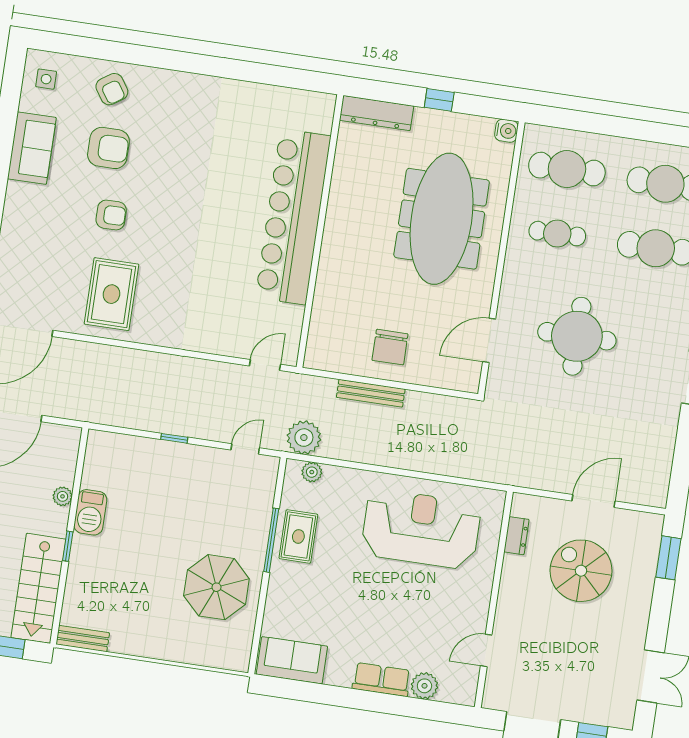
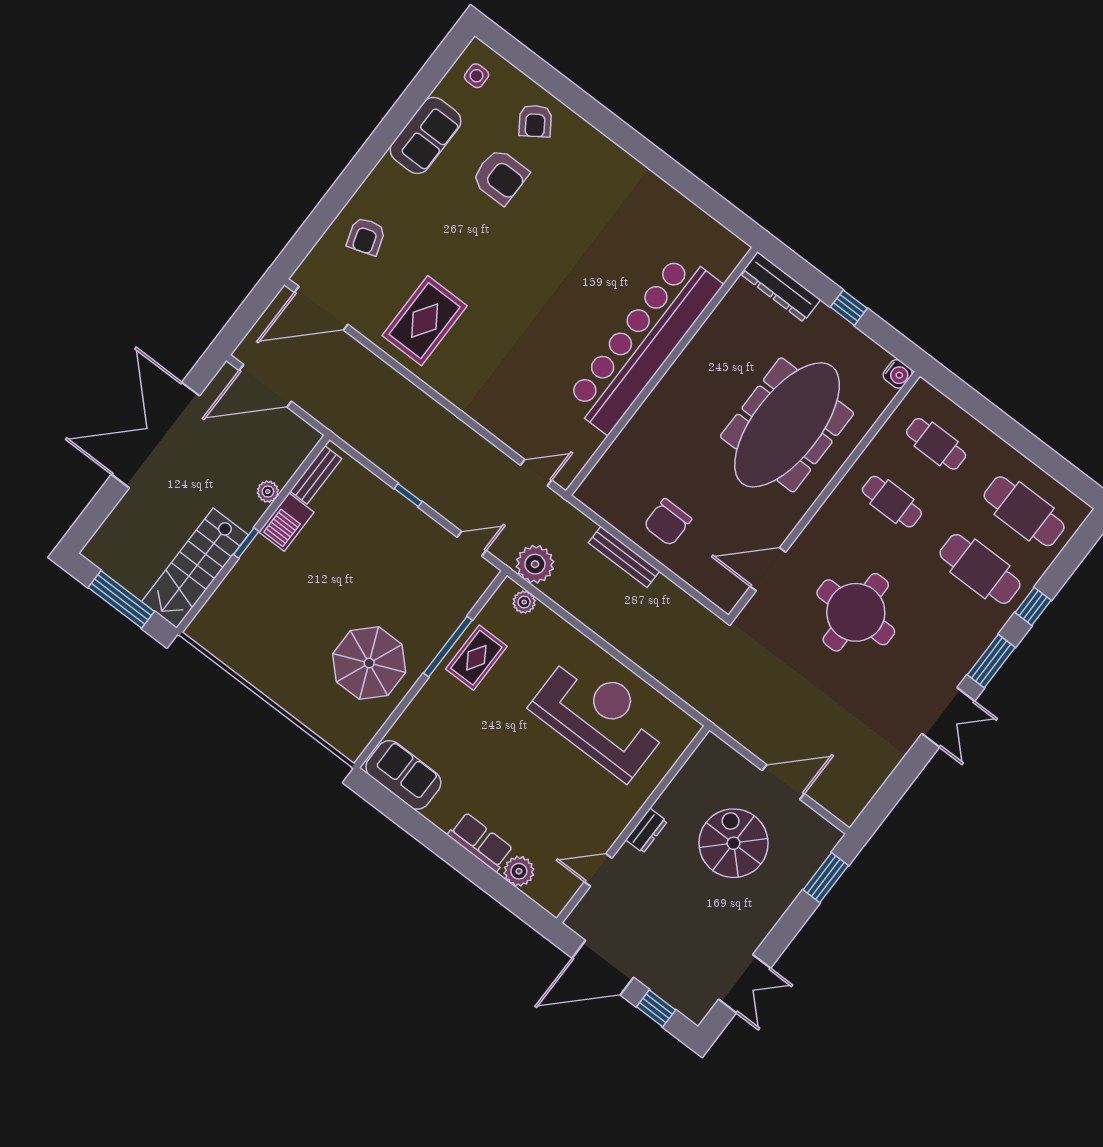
cafe table: (567, 169) -> (936, 444), width x0.73, depth x0.74
armchair: (111, 215) -> (366, 236), moved, turned 72
dresser: (516, 536) -> (646, 831), moved
bench: (83, 639) -> (316, 475), moved, turned 90

